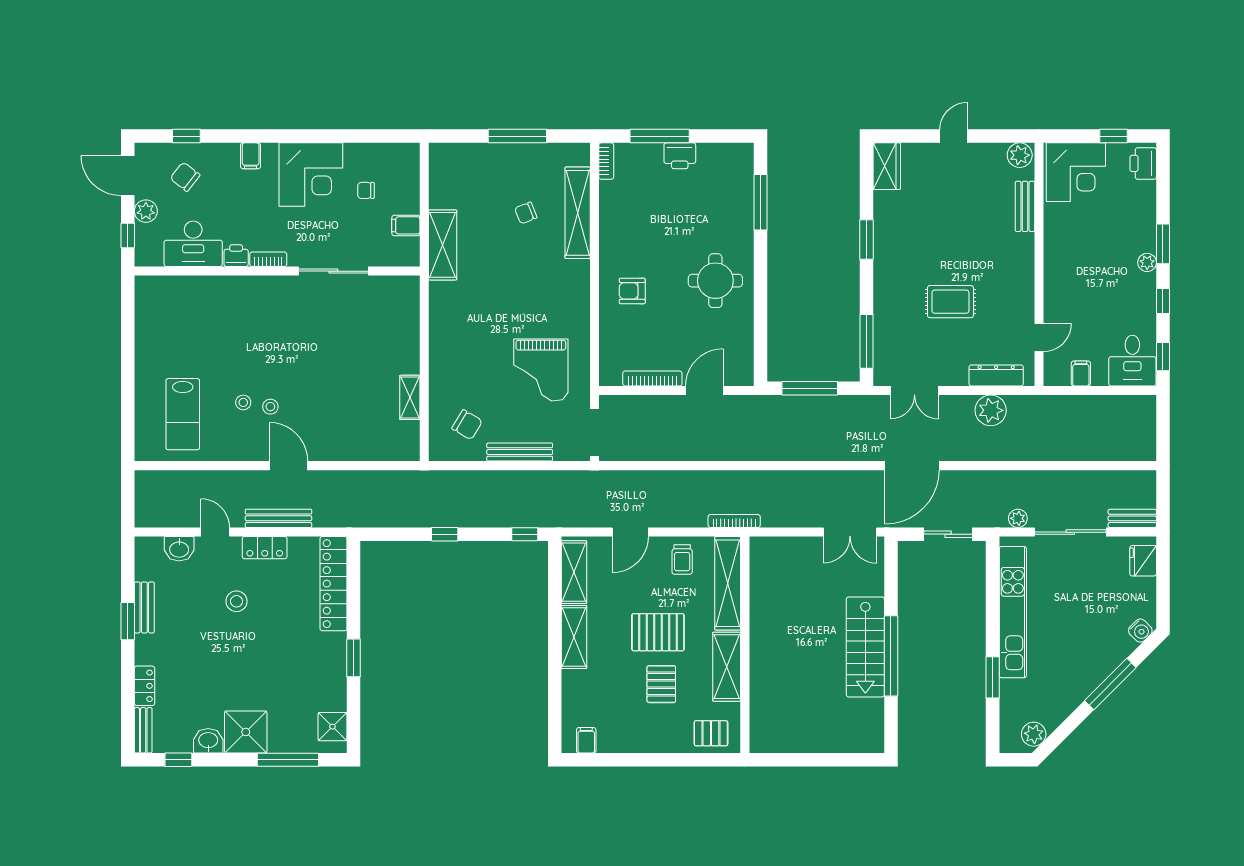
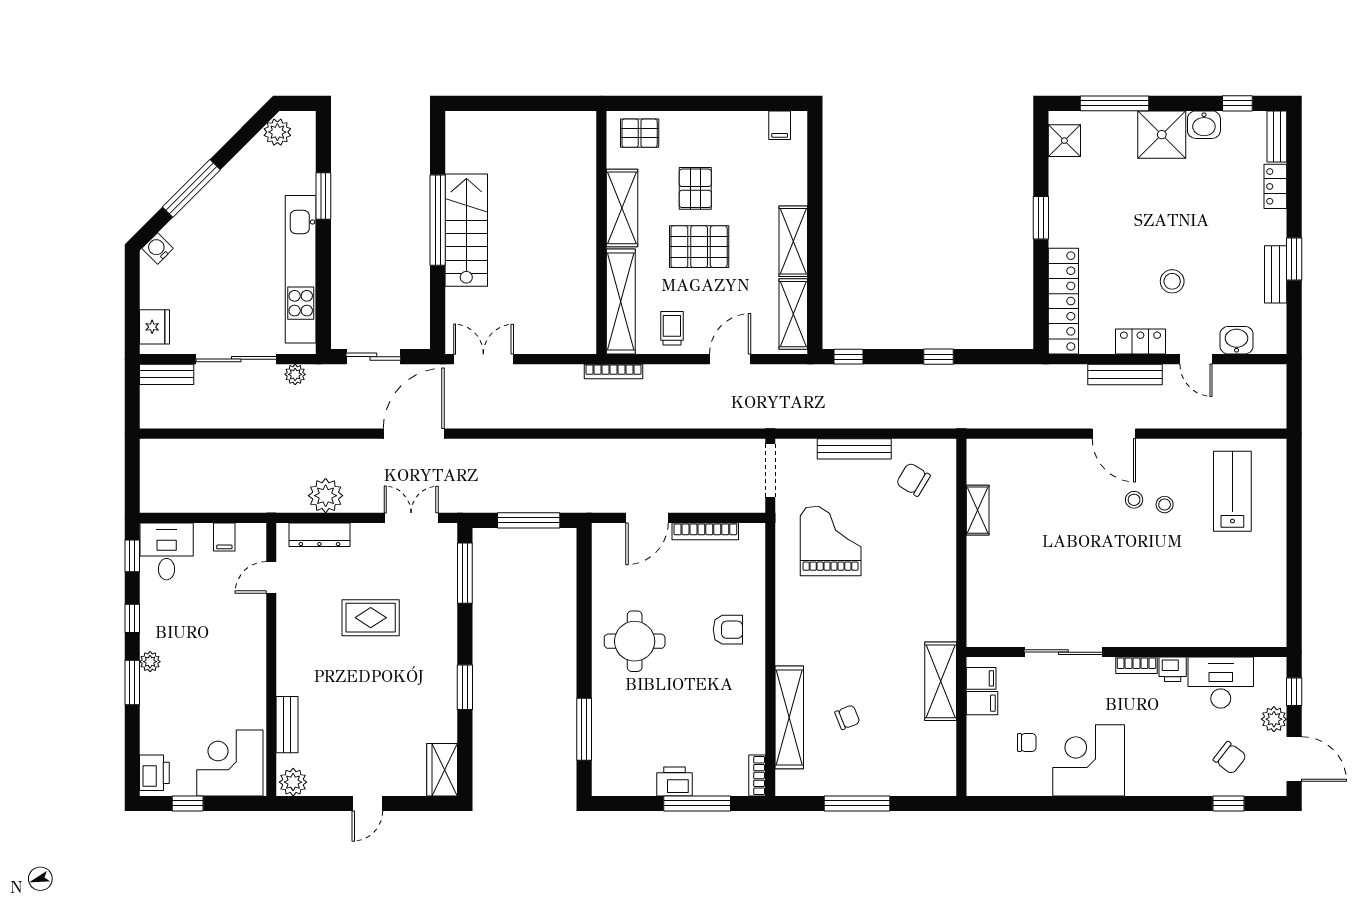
filing cabinet: (251, 156) -> (981, 678), moved, turned 90

